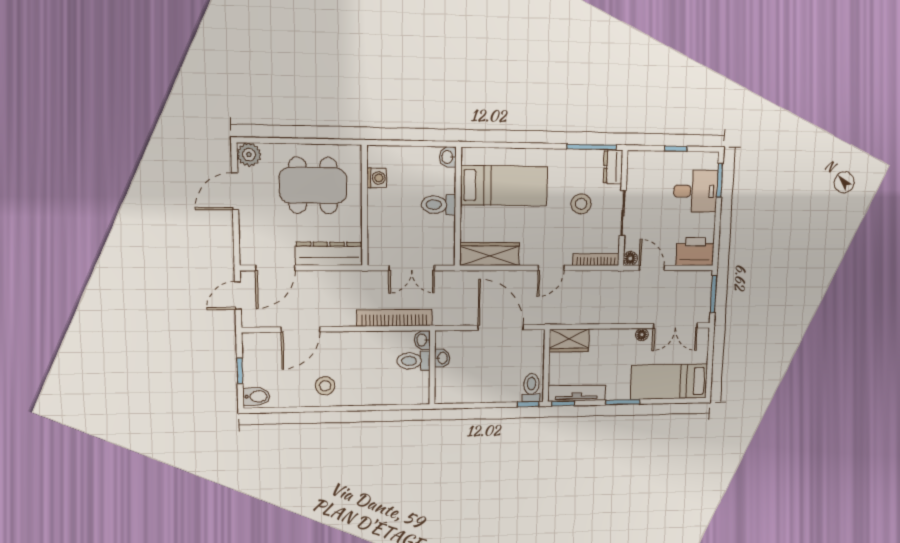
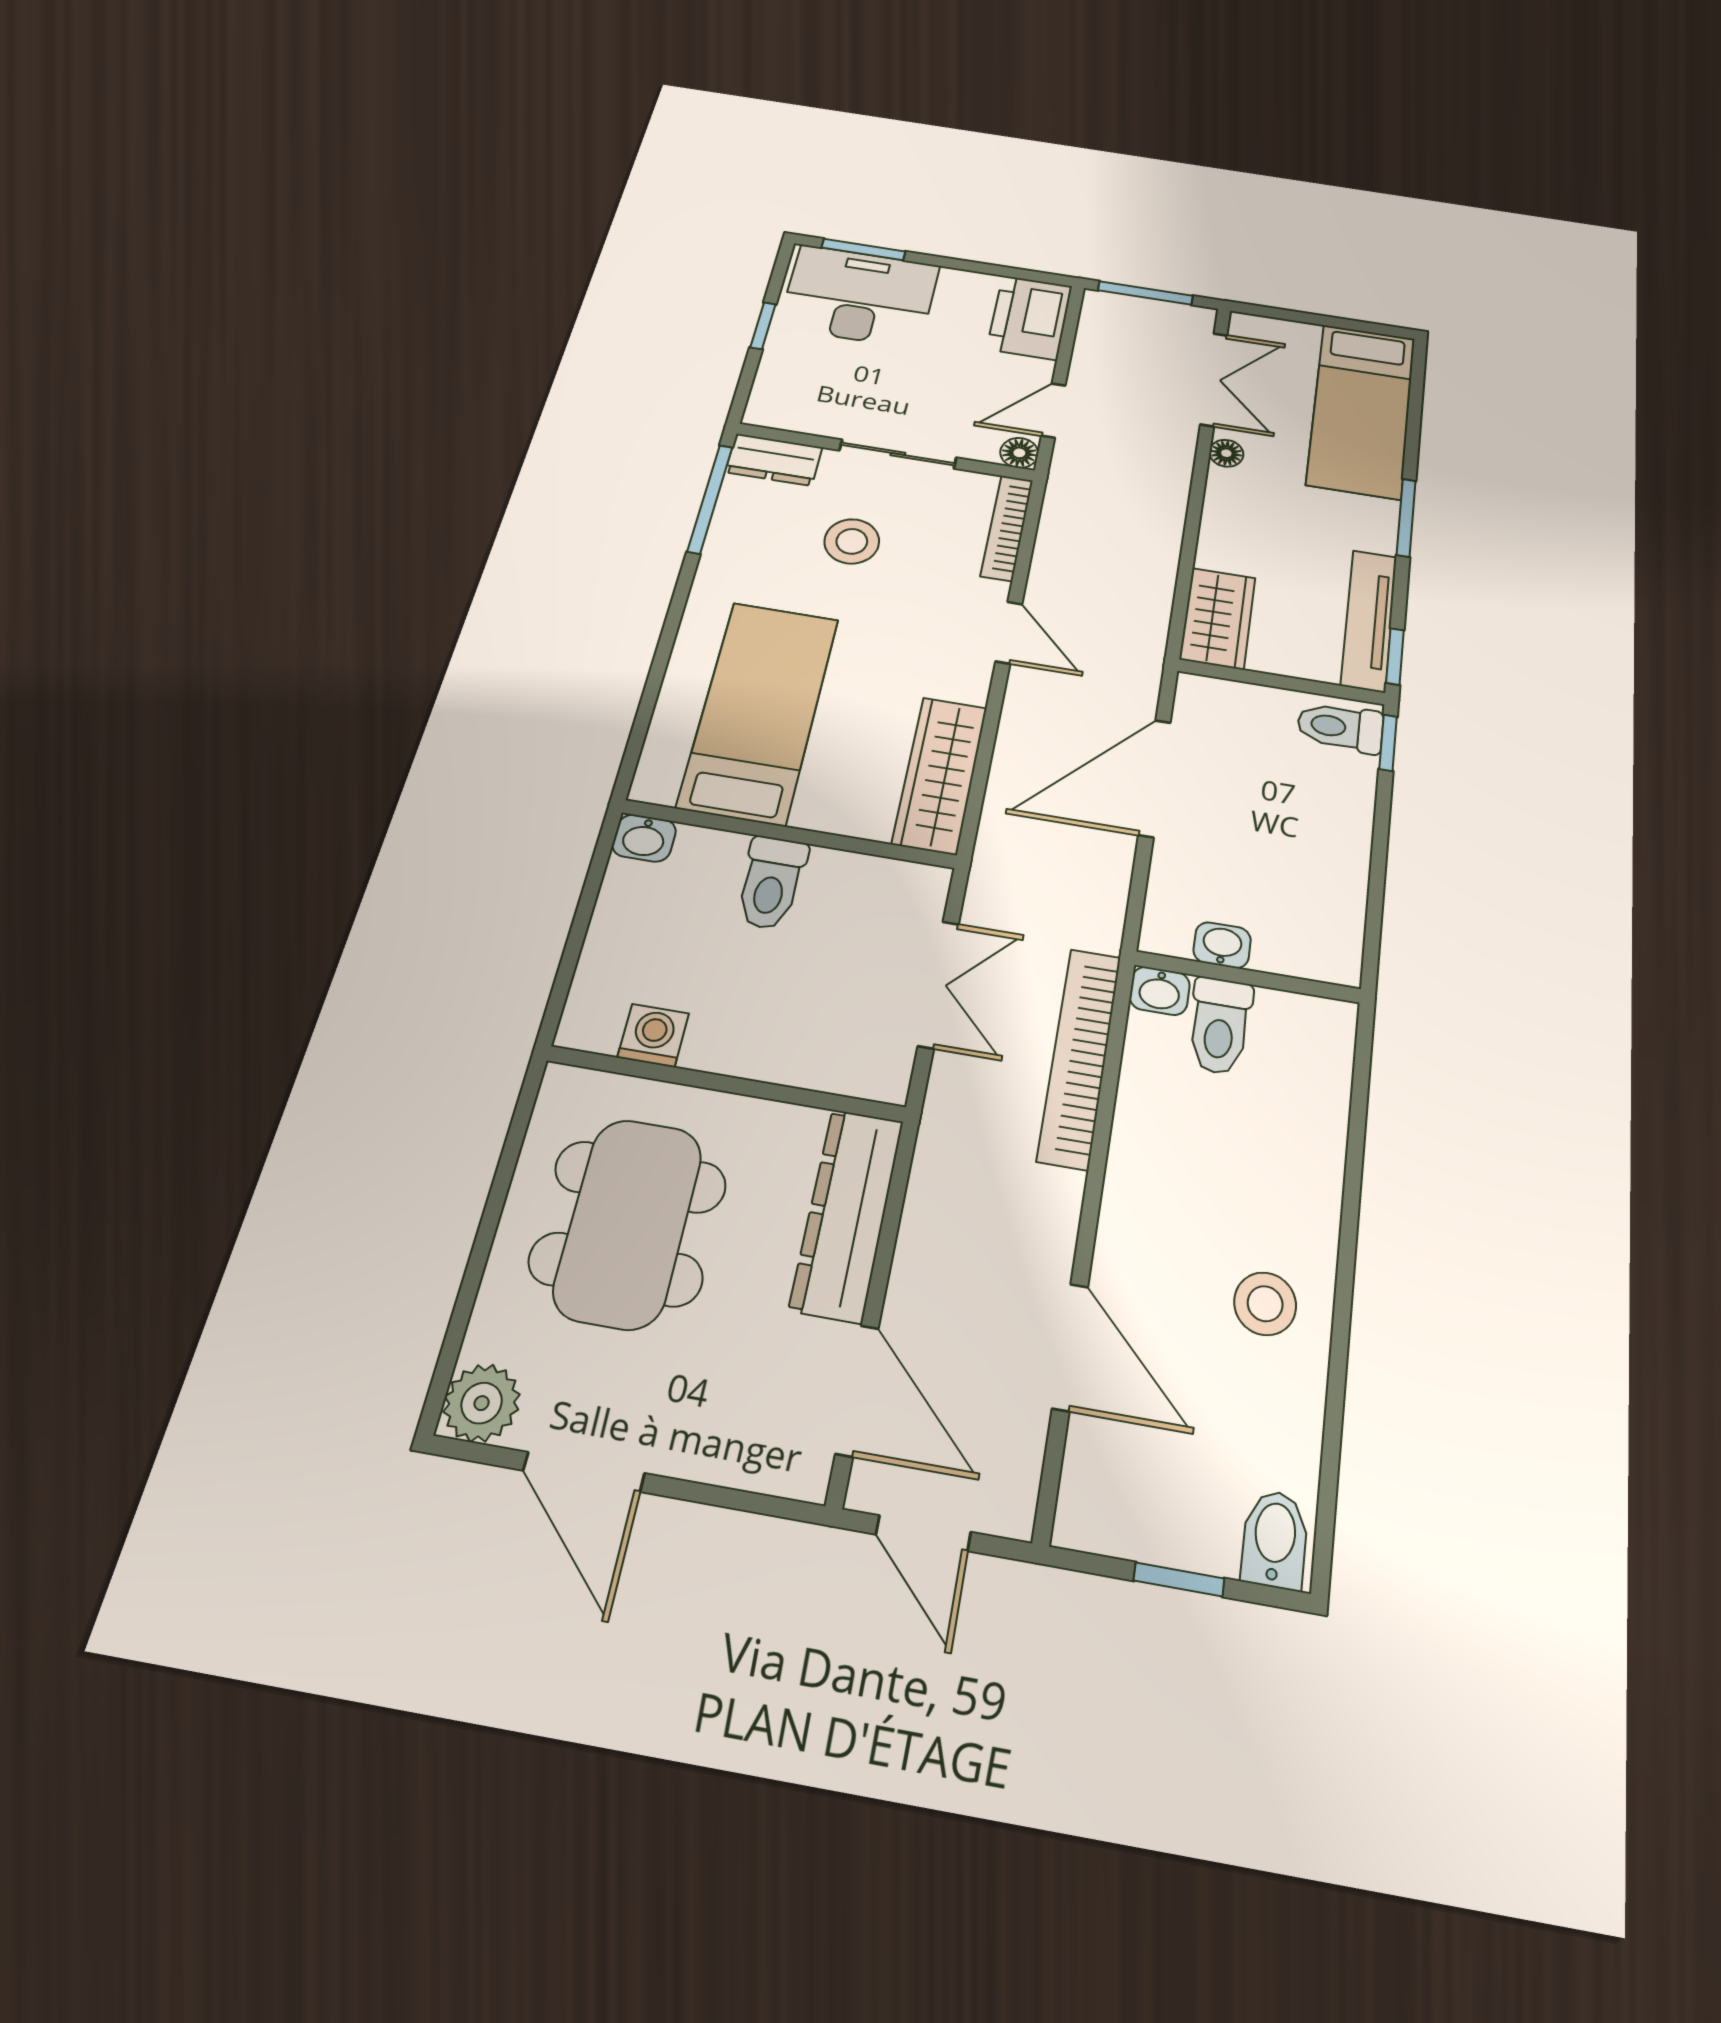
desk: (695, 191) -> (859, 296), width x1.37

